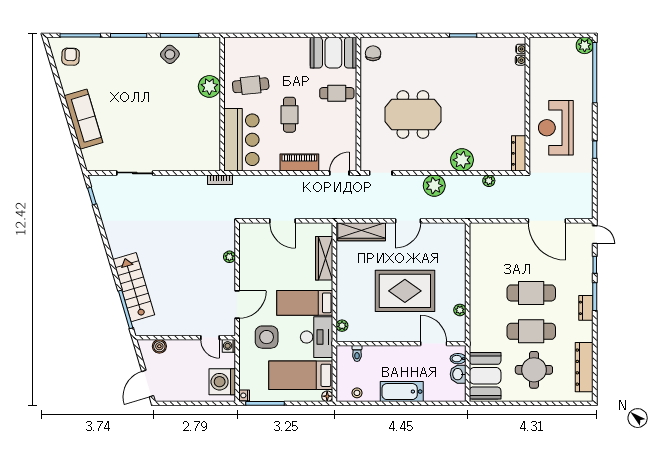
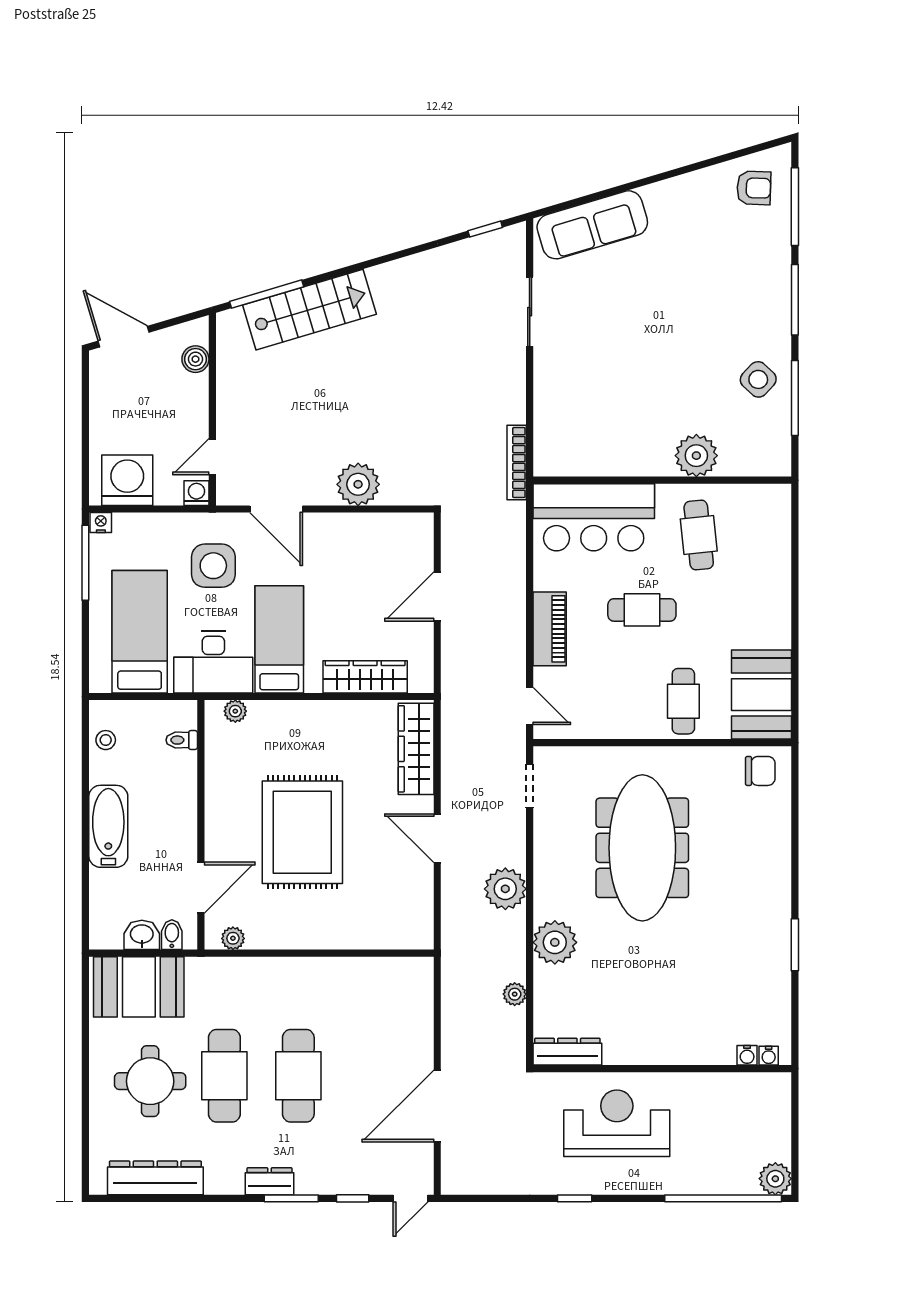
meeting table: (413, 114) -> (642, 848), width x1.36
sofa: (83, 119) -> (592, 225), moved
bookcase: (220, 180) -> (517, 463), width x1.56
plant: (229, 257) -> (358, 484), width x1.87, depth x1.87
plant: (460, 310) -> (233, 938), moved
floor lamp: (327, 396) -> (99, 683), removed

